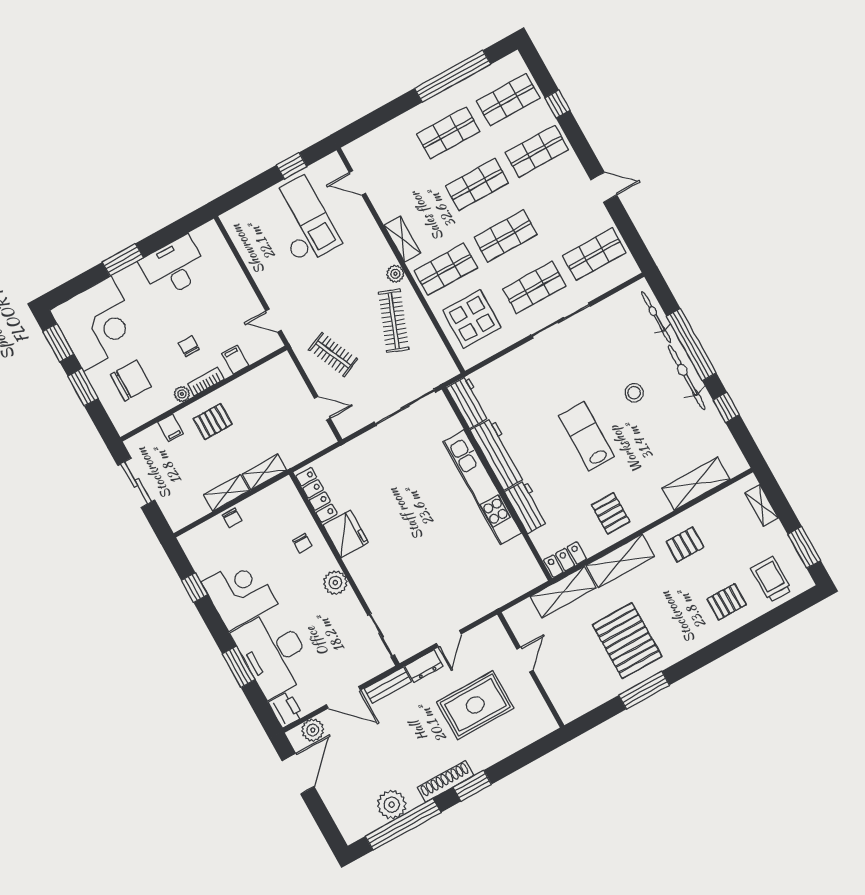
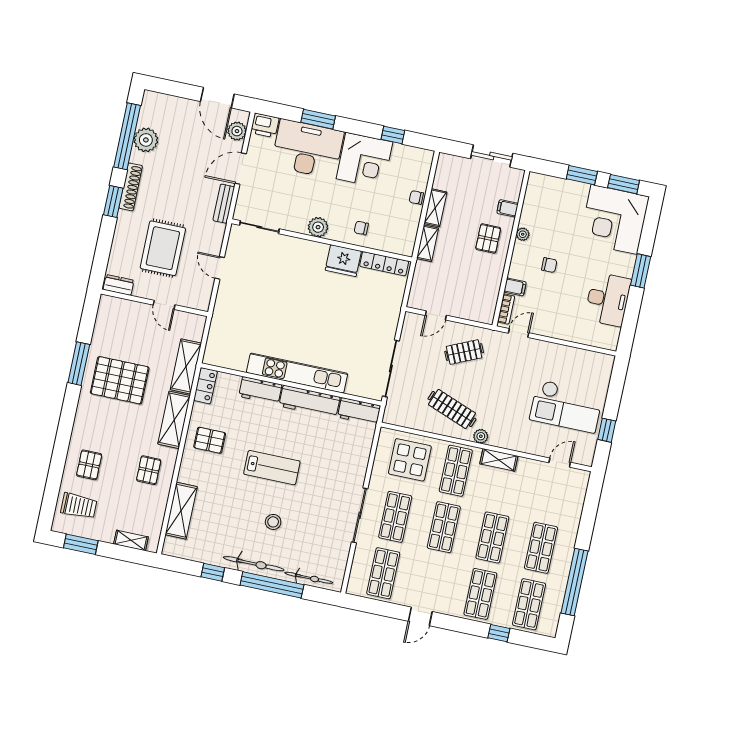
chair: (131, 380) -> (560, 209), removed
bookcase: (206, 382) -> (506, 309), moved
dresser: (424, 666) -> (119, 285), moved, turned 90

